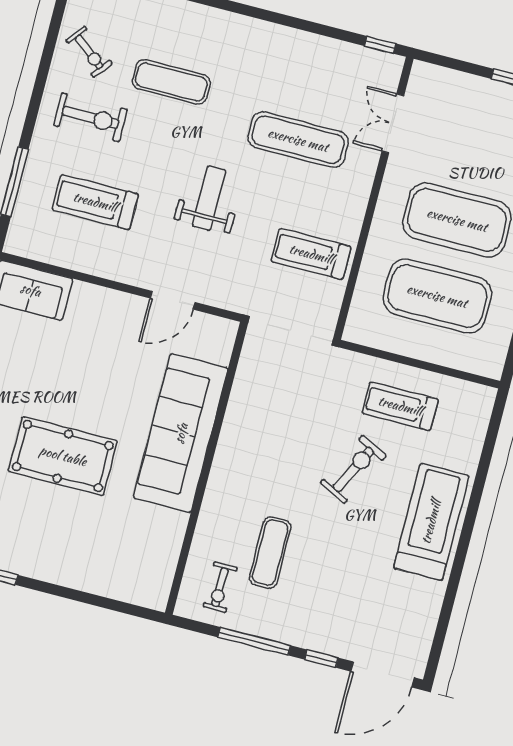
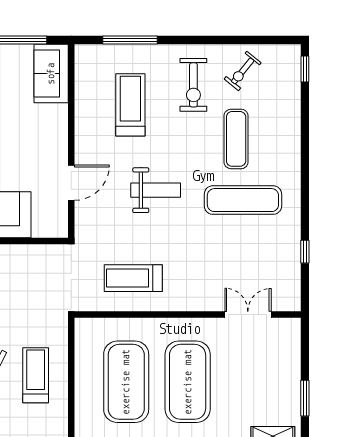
window: (380, 45) -> (305, 252), moved
exercise mat: (298, 140) -> (243, 200), moved, turned 90
treadmill: (311, 254) -> (133, 278), turned -90
door: (173, 300) -> (71, 183), swing flipped

